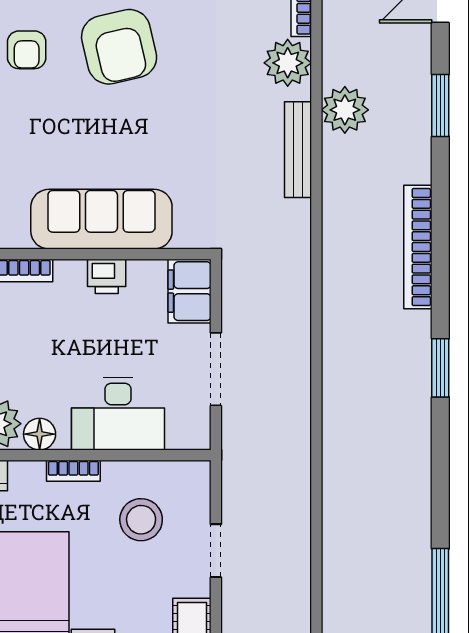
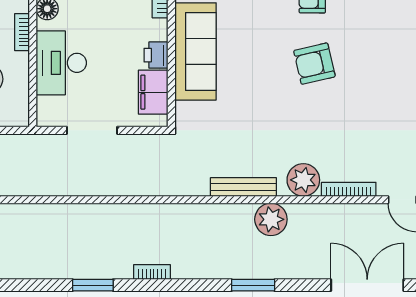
armchair: (119, 47) -> (314, 64), width x0.73, depth x0.73
window: (440, 105) -> (253, 285), moved
bookcase: (418, 247) -> (152, 272), width x0.43, depth x0.76
filing cabinet: (190, 291) -> (153, 92), moved, turned -90

